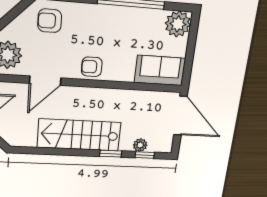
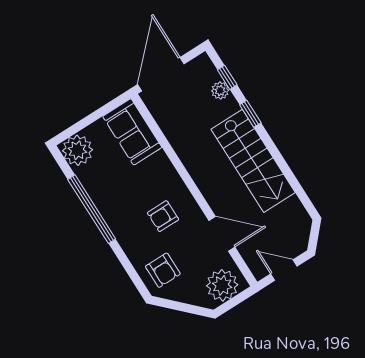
armchair: (92, 67) -> (163, 216), moved, turned 90

